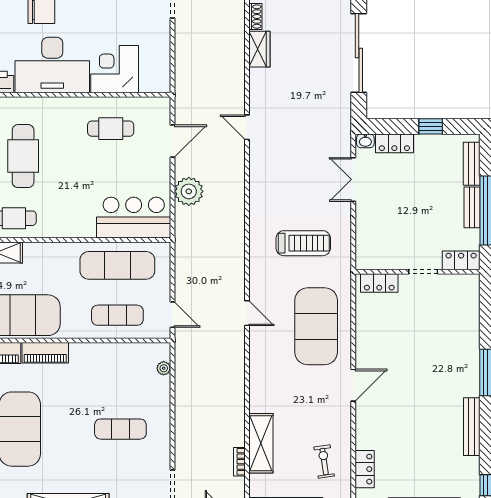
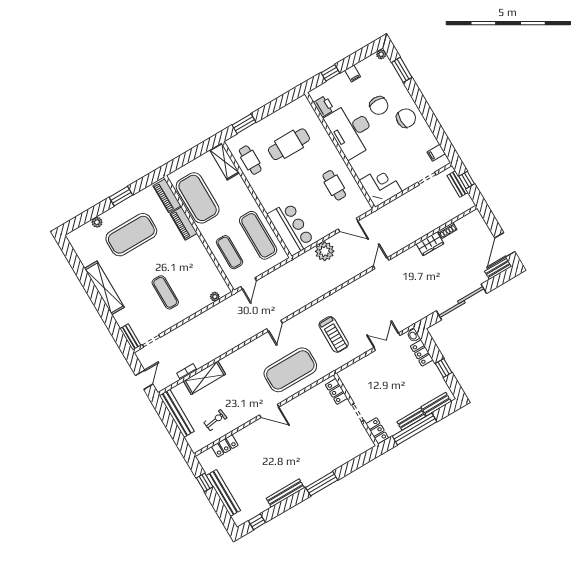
corner desk: (115, 69) -> (381, 186), moved

